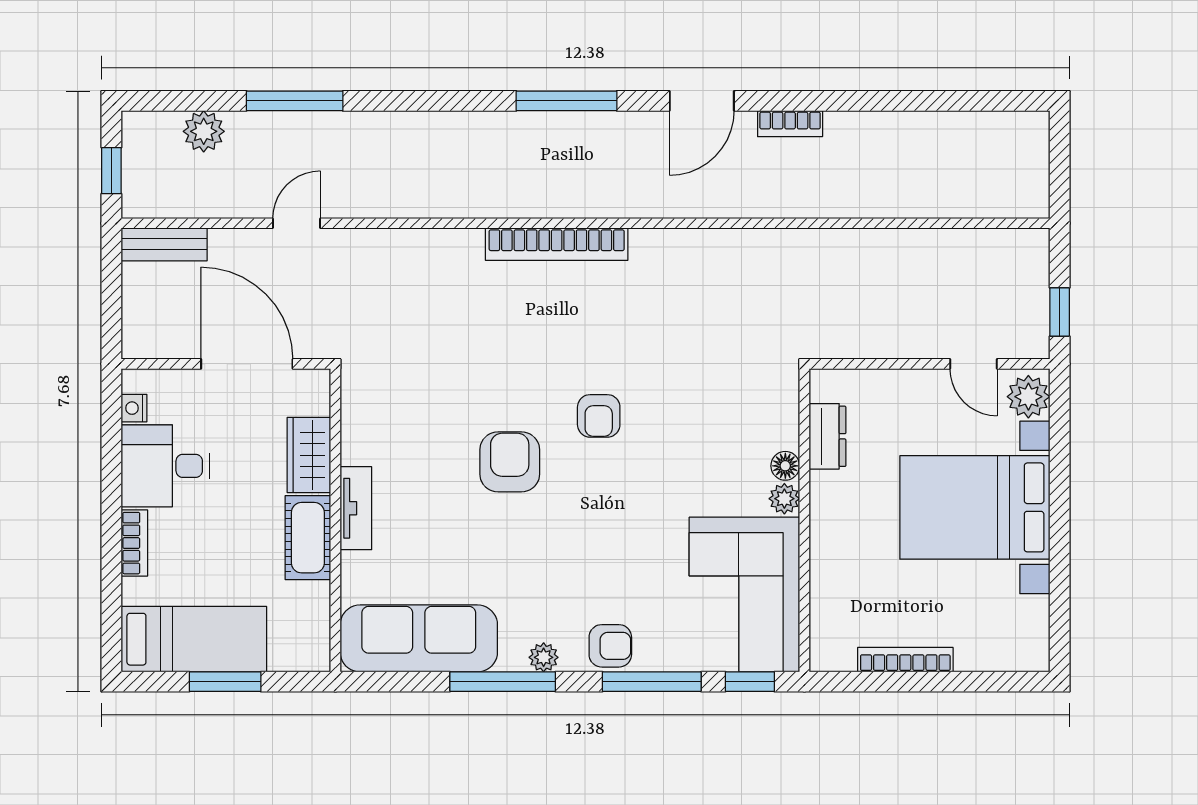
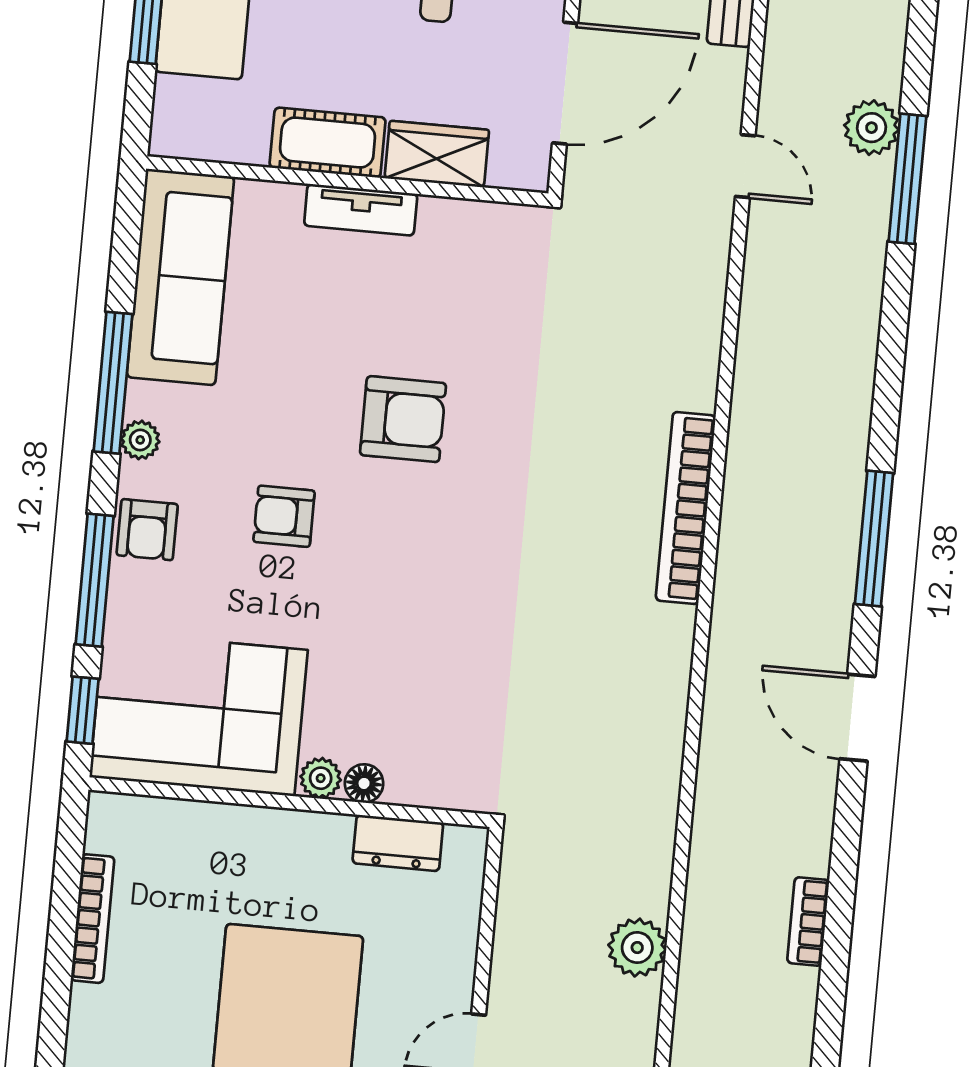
bookcase: (790, 124) -> (808, 921), moved
plant: (204, 131) -> (872, 128), moved
plant: (889, 250) -> (637, 948), added
armchair: (599, 416) -> (284, 516), moved

